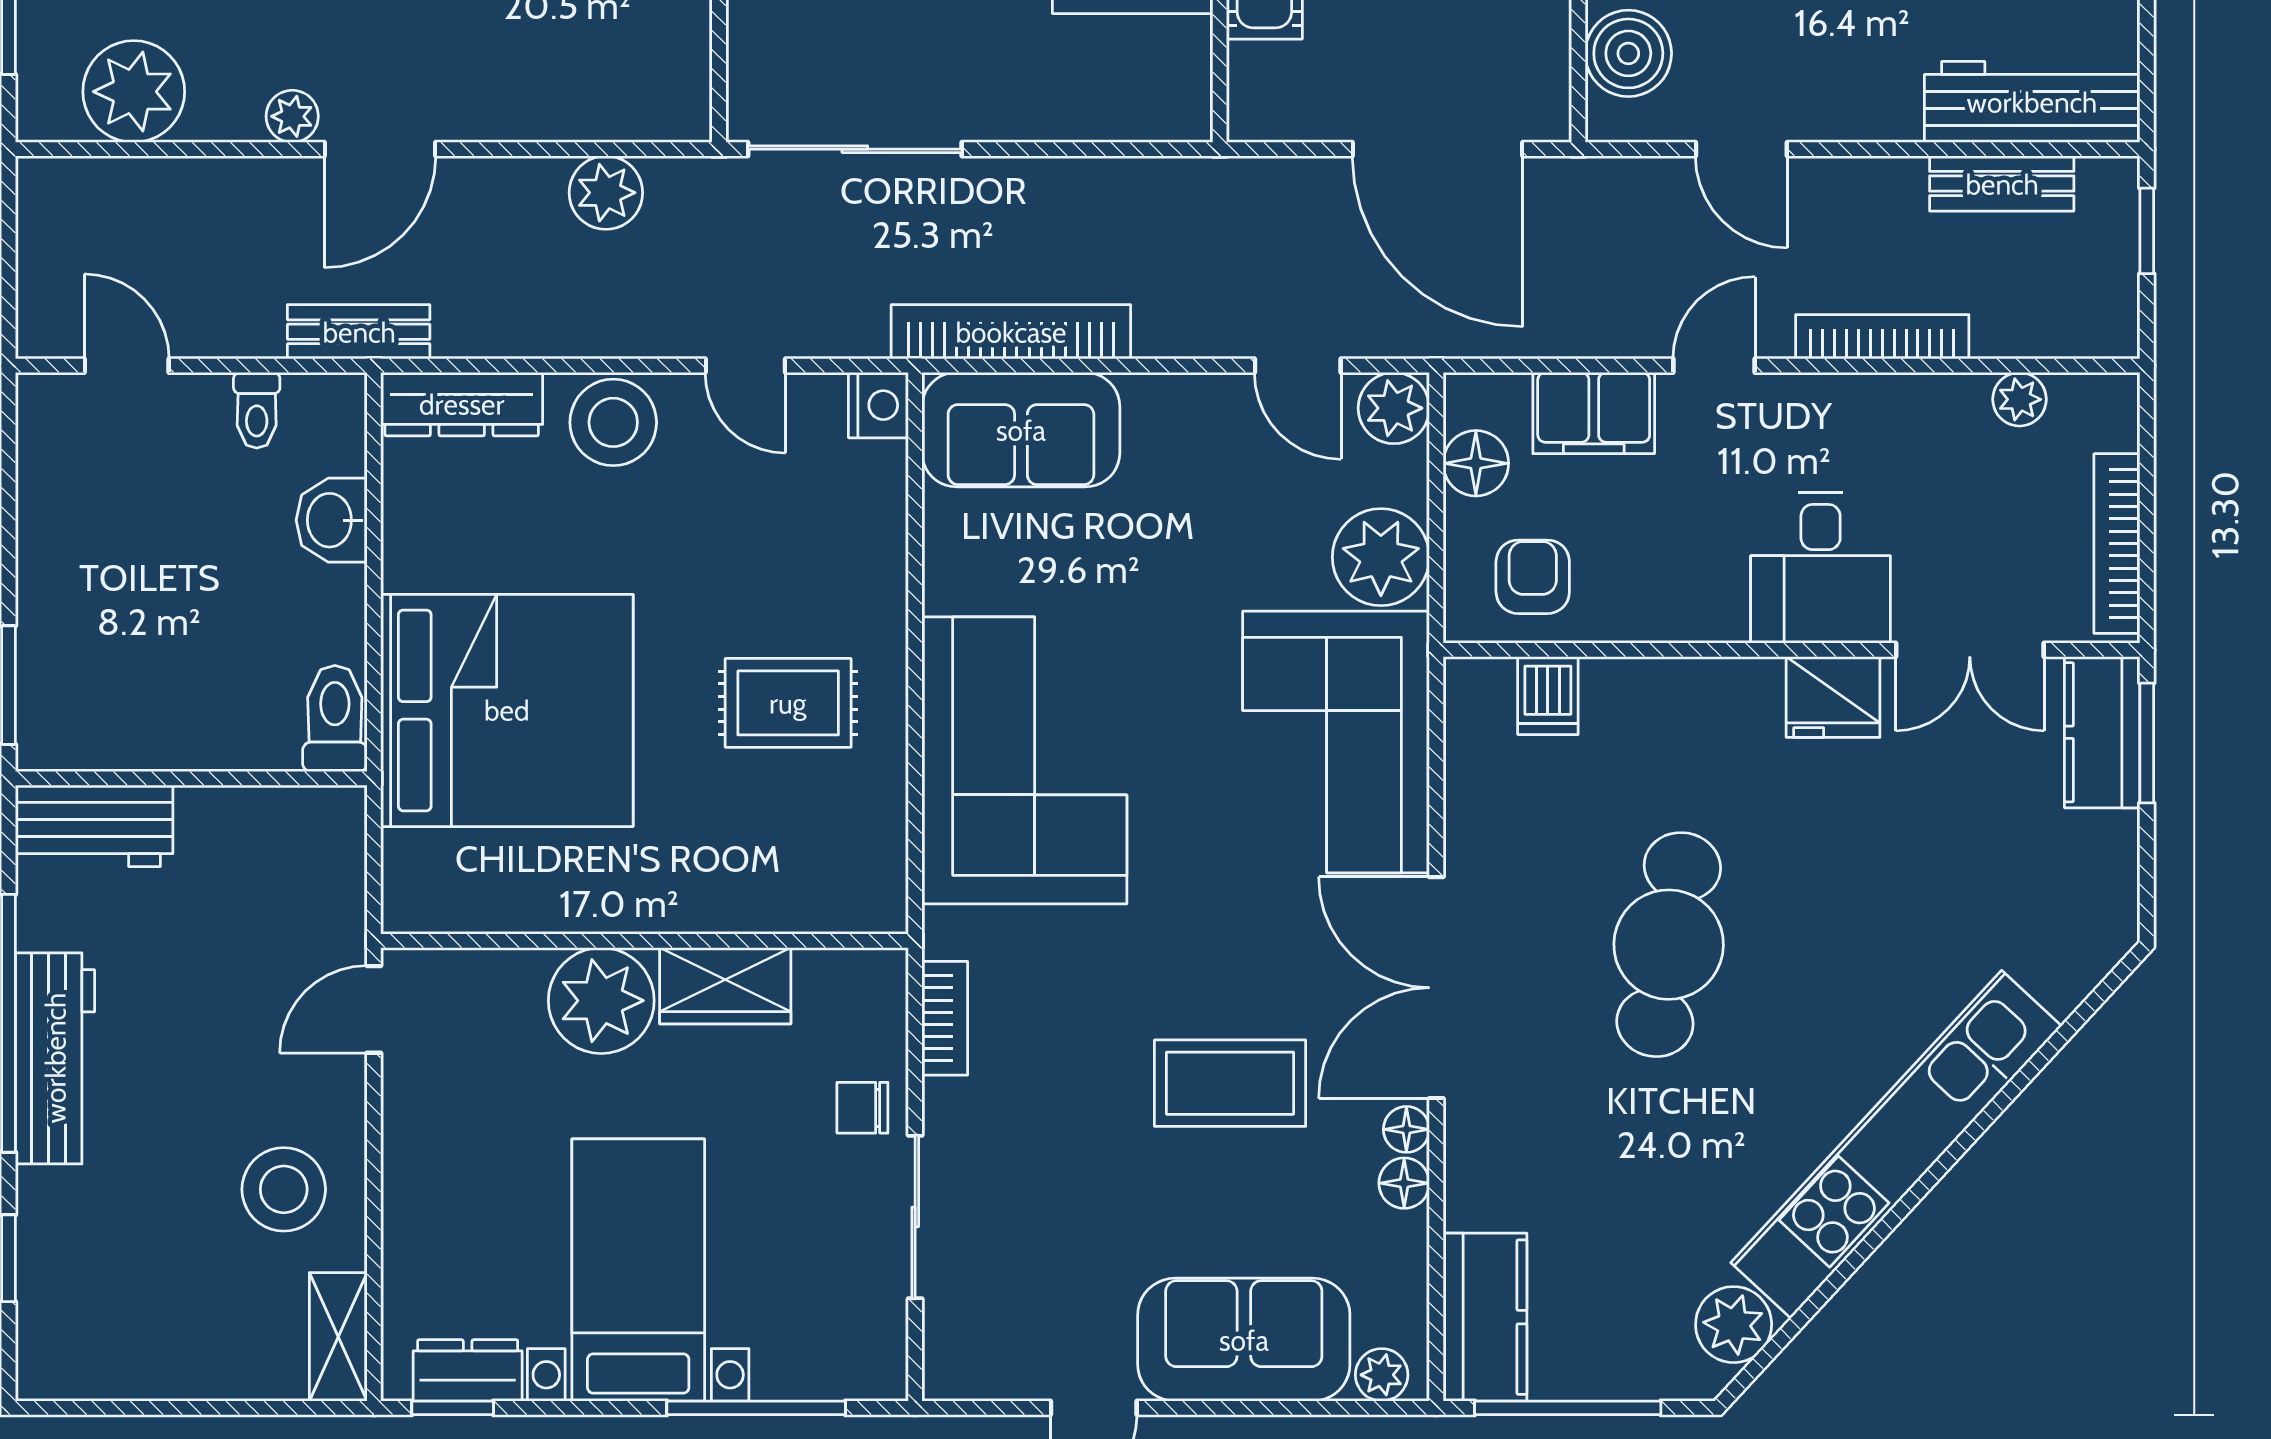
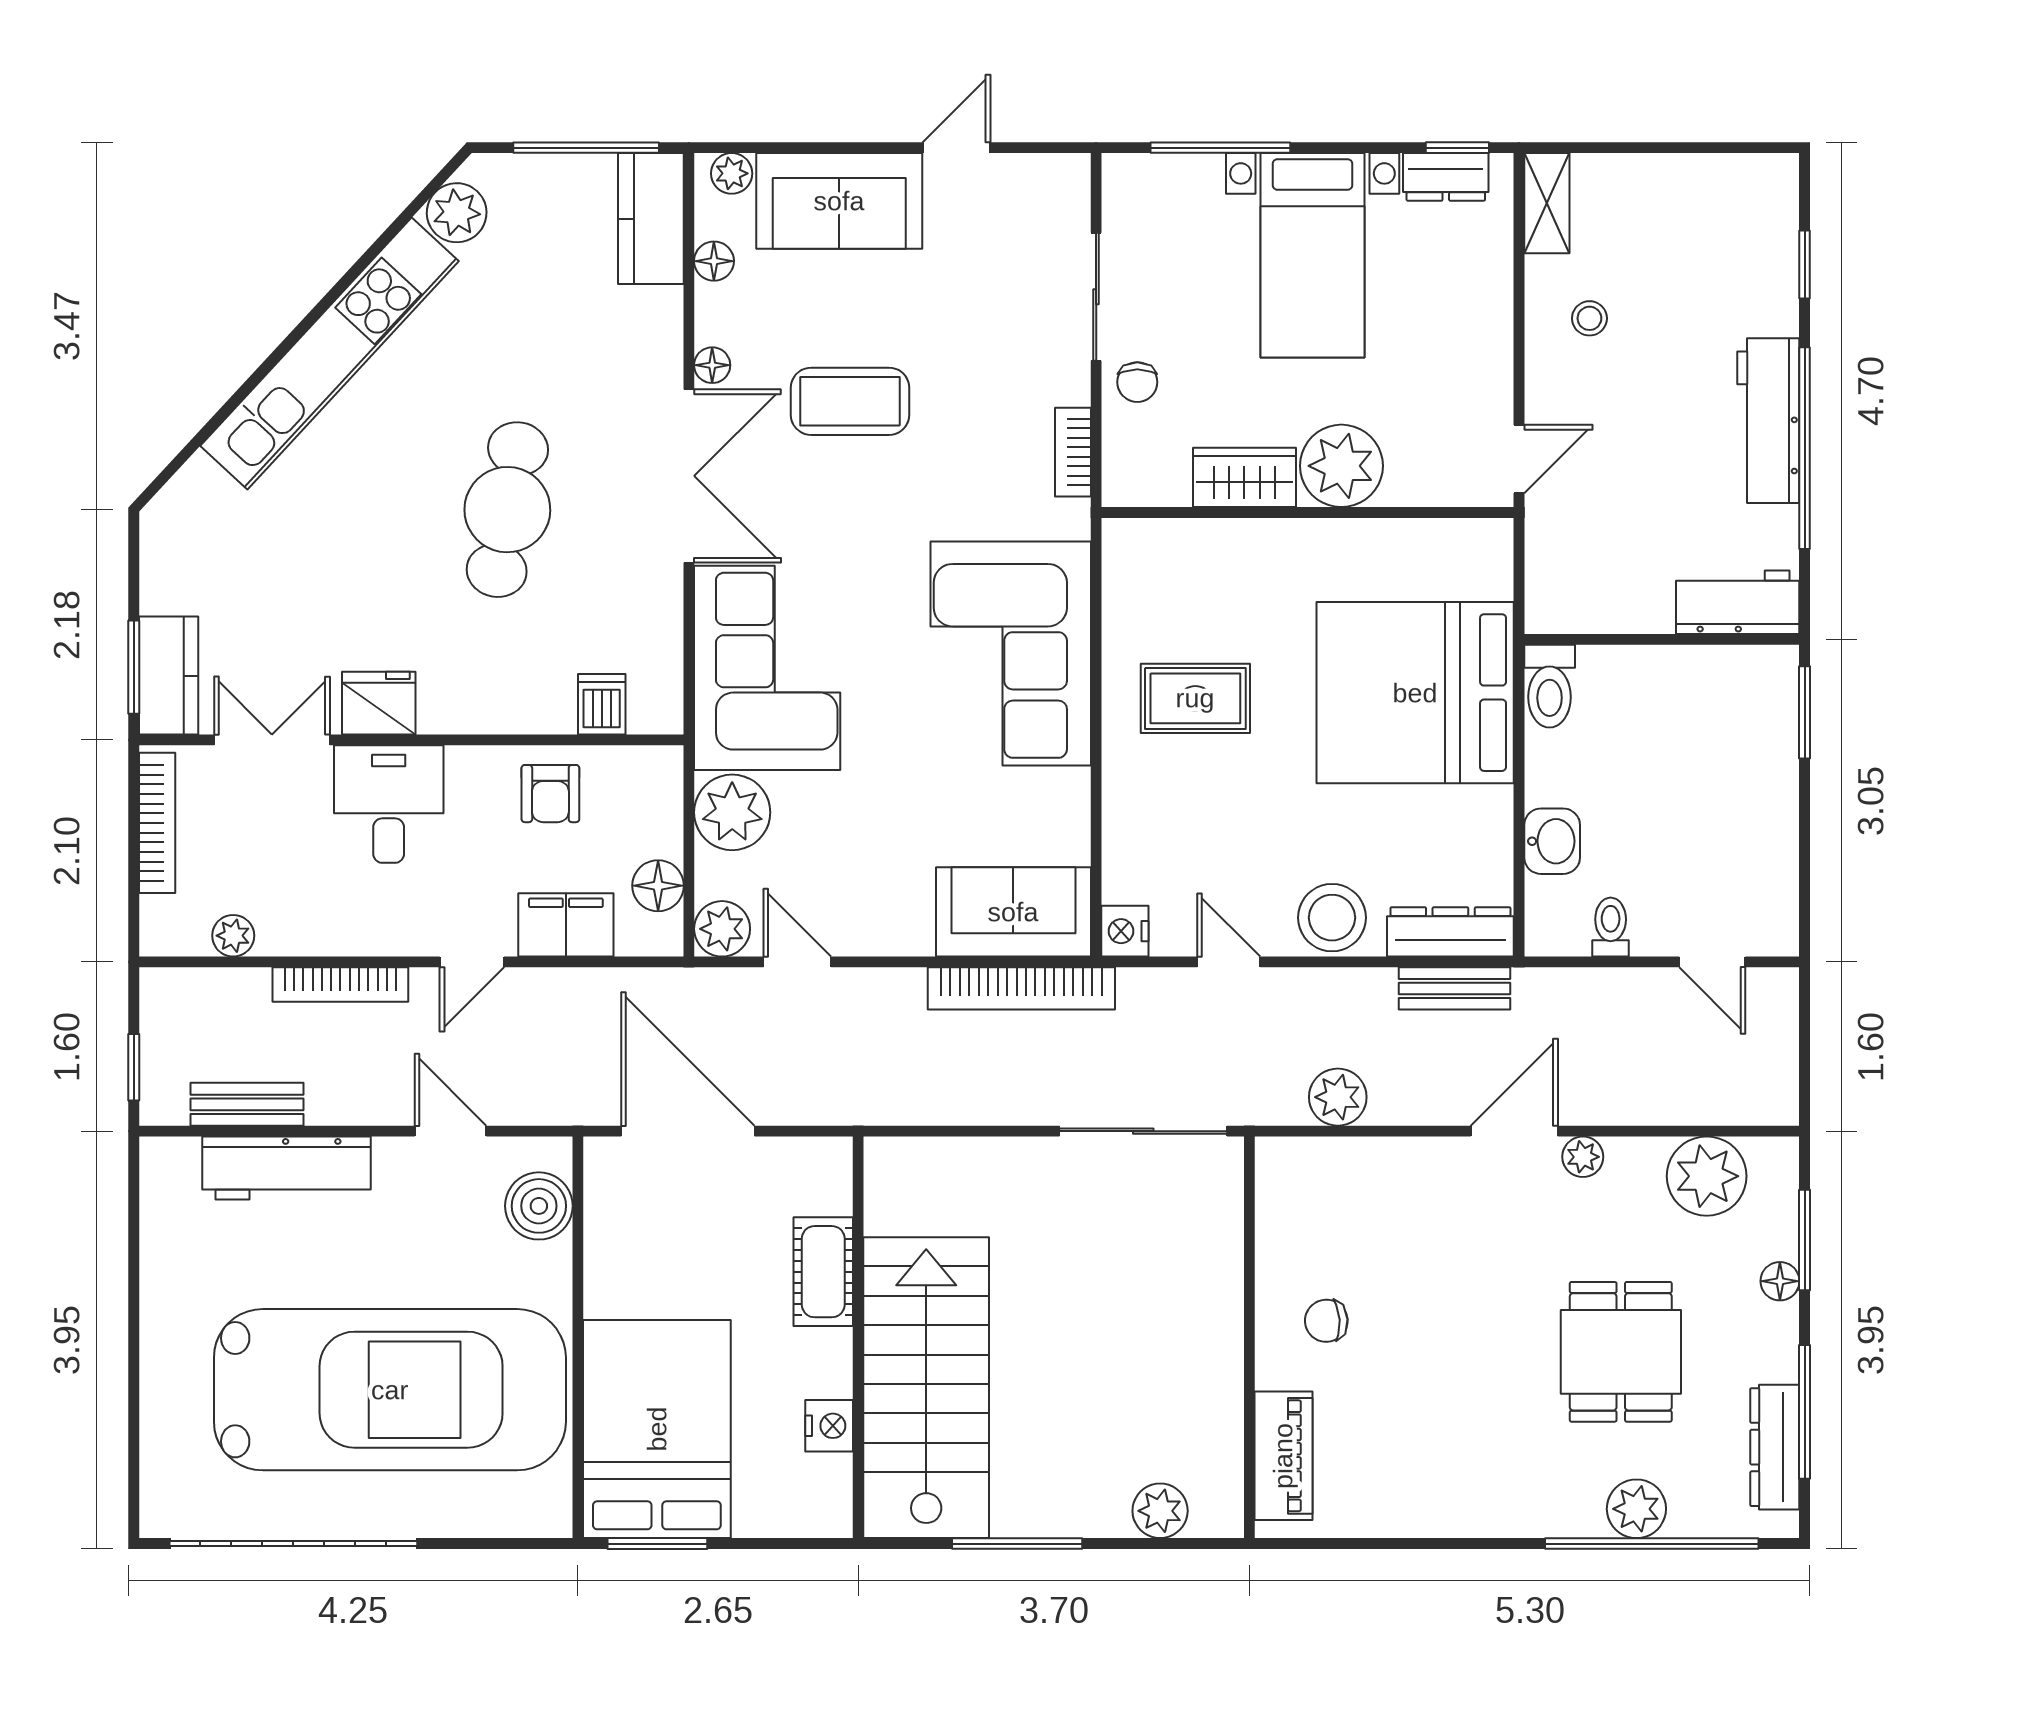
workbench: (2032, 102) -> (286, 1168), moved
bench: (359, 332) -> (1454, 988), moved
armchair: (1533, 577) -> (550, 794), moved
chair: (862, 1108) -> (1137, 382), turned 90
floor lamp: (1404, 1183) -> (714, 261), moved
stool: (284, 1189) -> (1589, 318), width x0.53, depth x0.53

